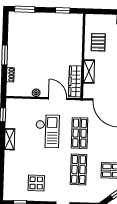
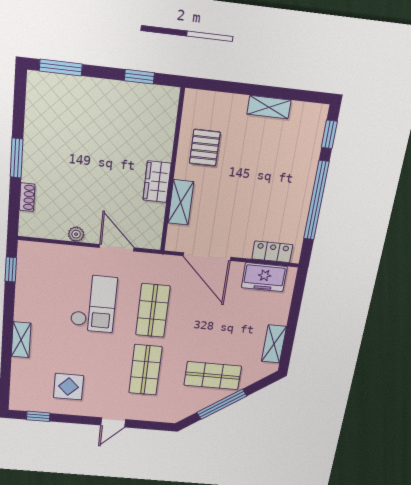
wardrobe: (75, 81) -> (157, 182), moved, width x0.67
shelving: (10, 139) -> (21, 340), moved

